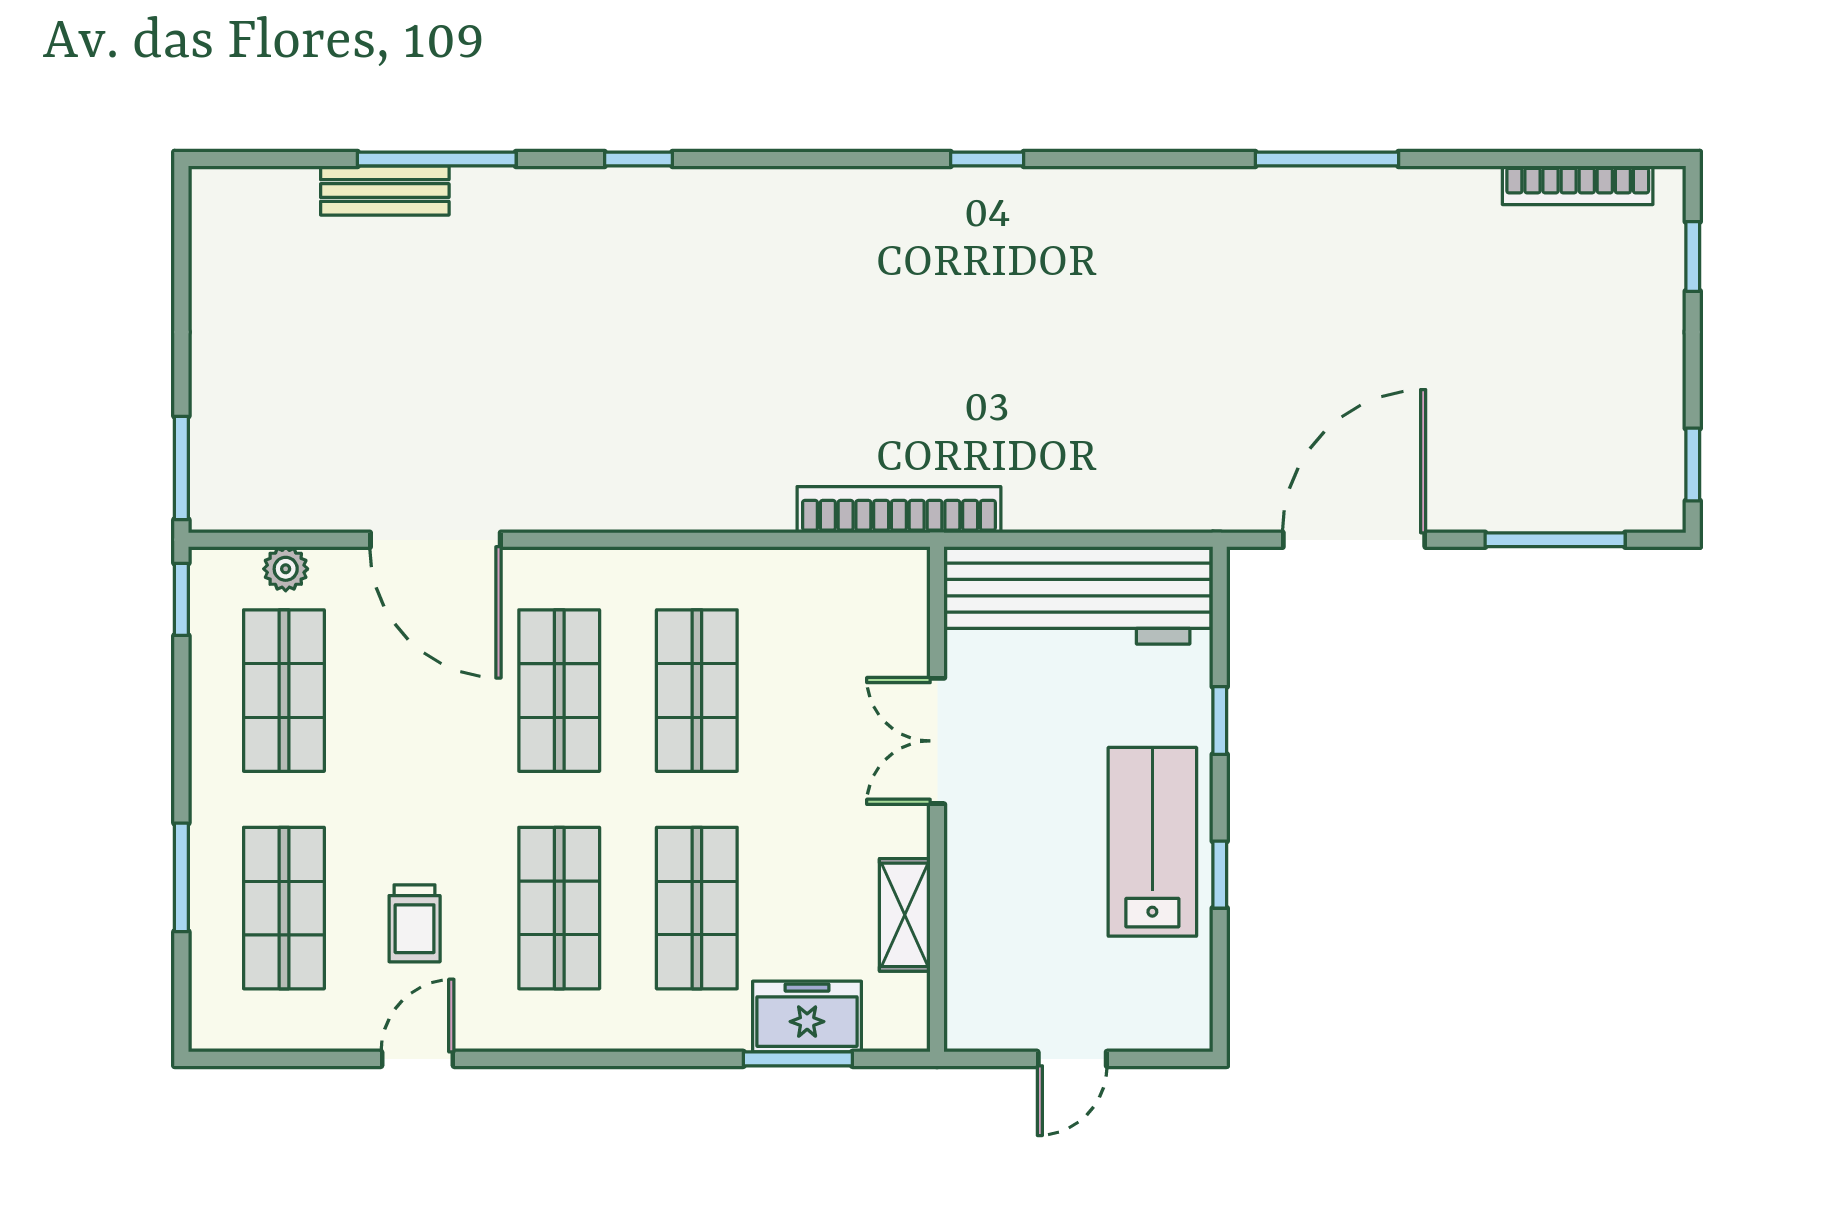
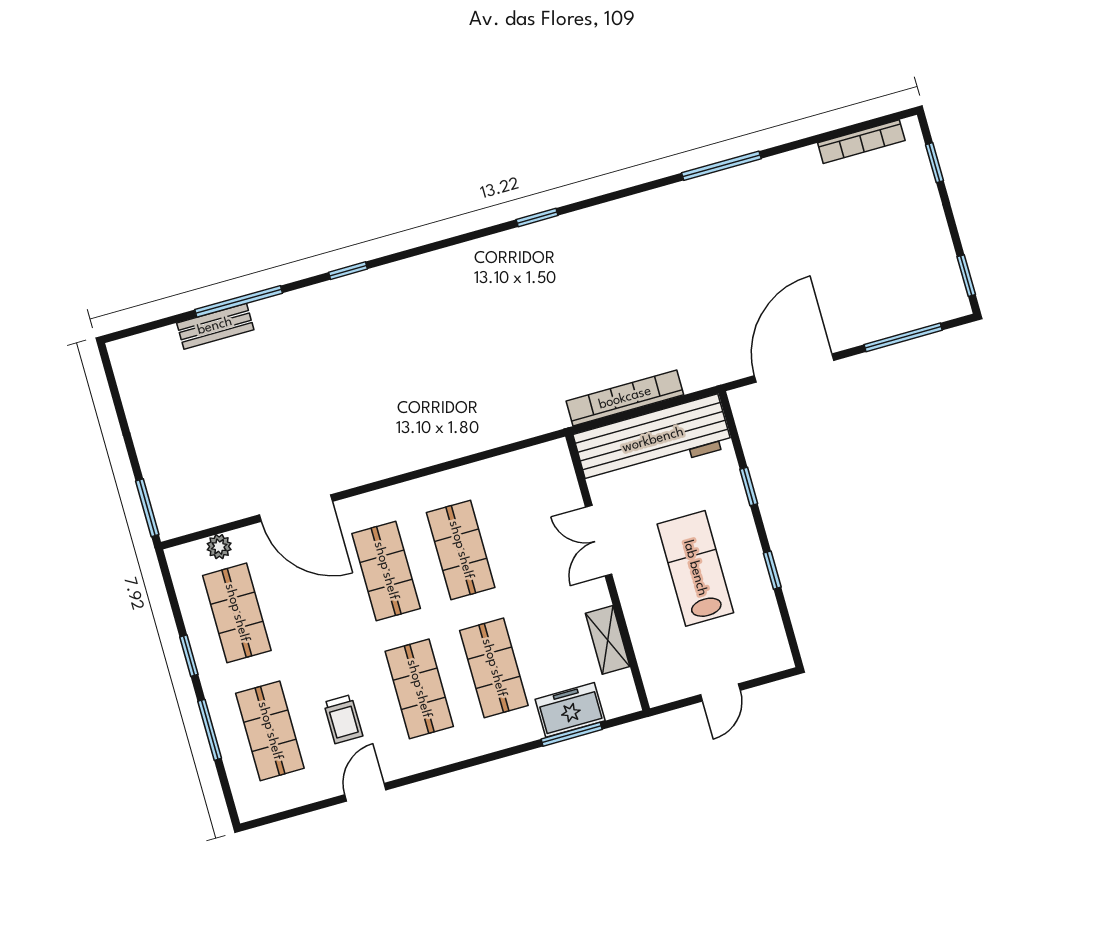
bookcase: (899, 510) -> (625, 398), moved
window: (181, 599) -> (189, 656), moved
lab bench: (1152, 842) -> (695, 568), moved

